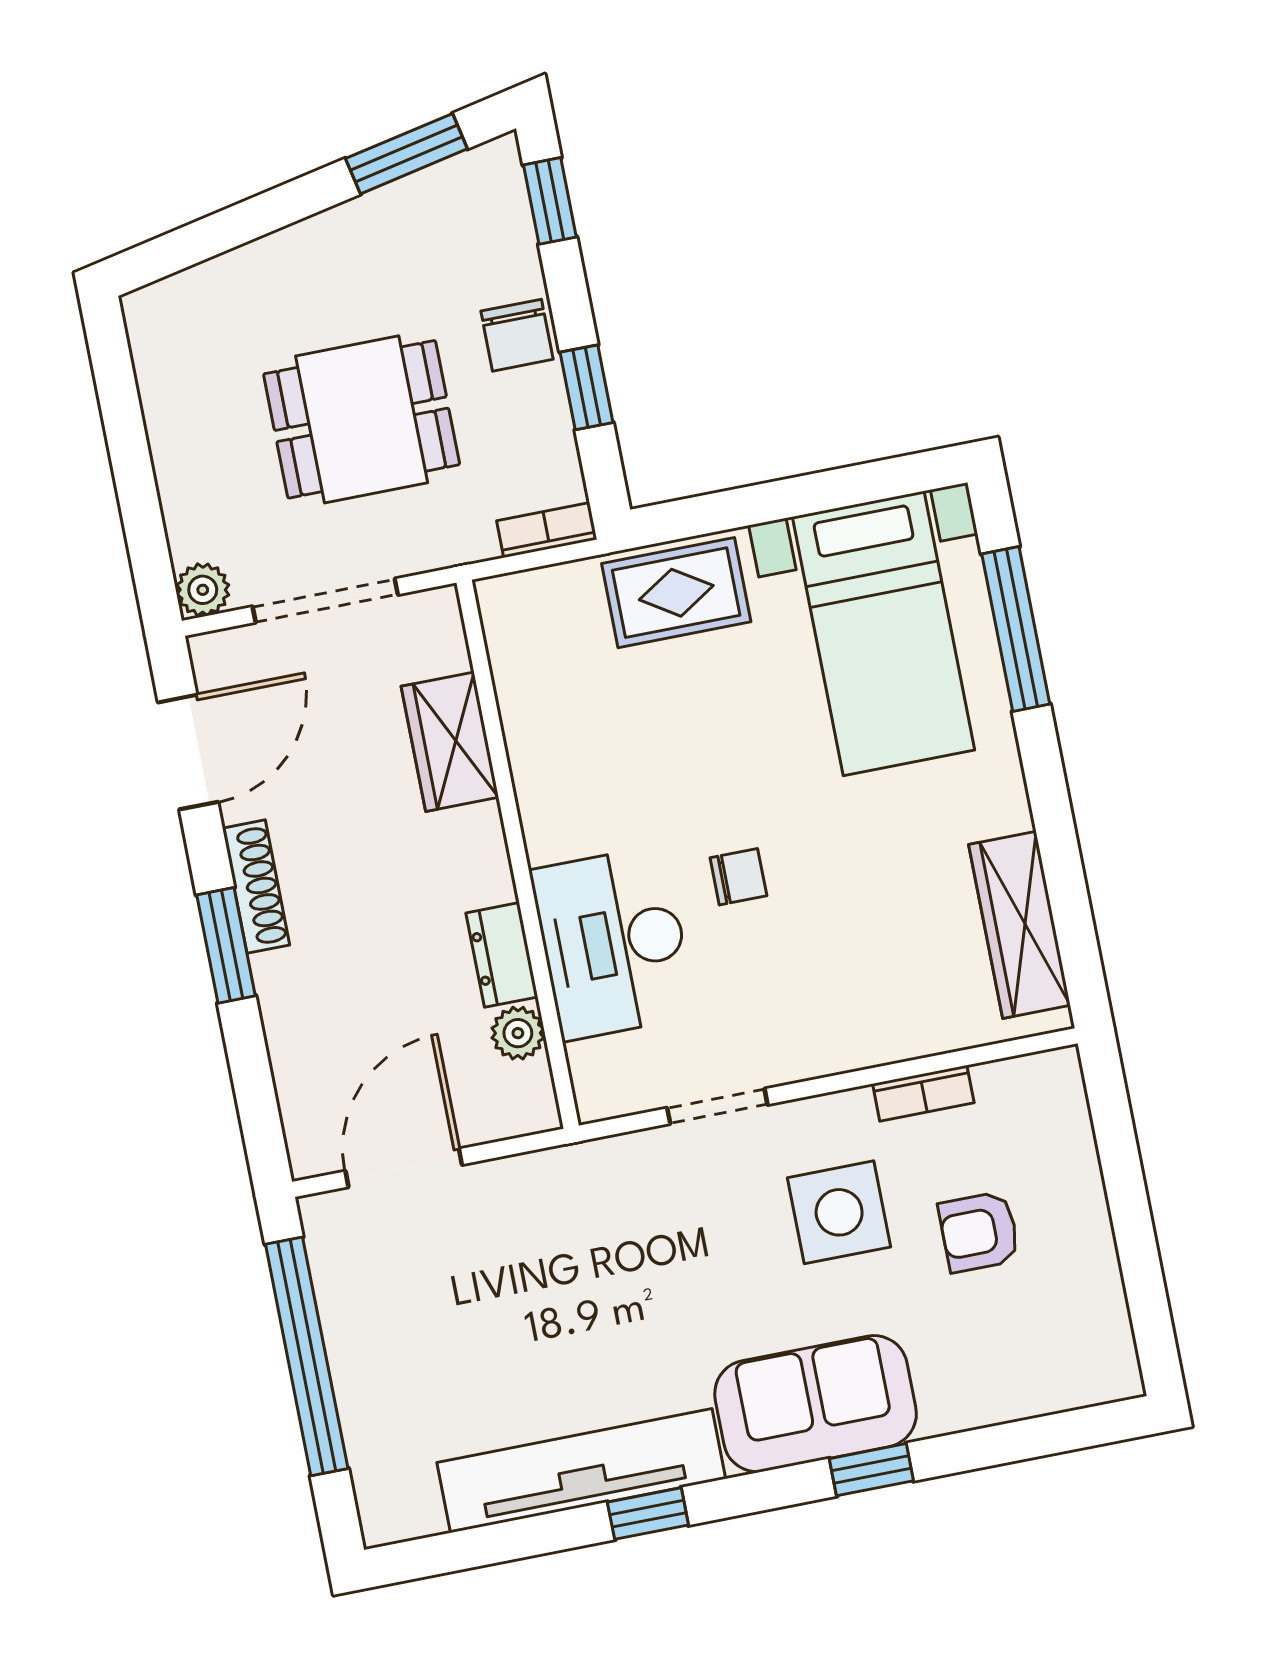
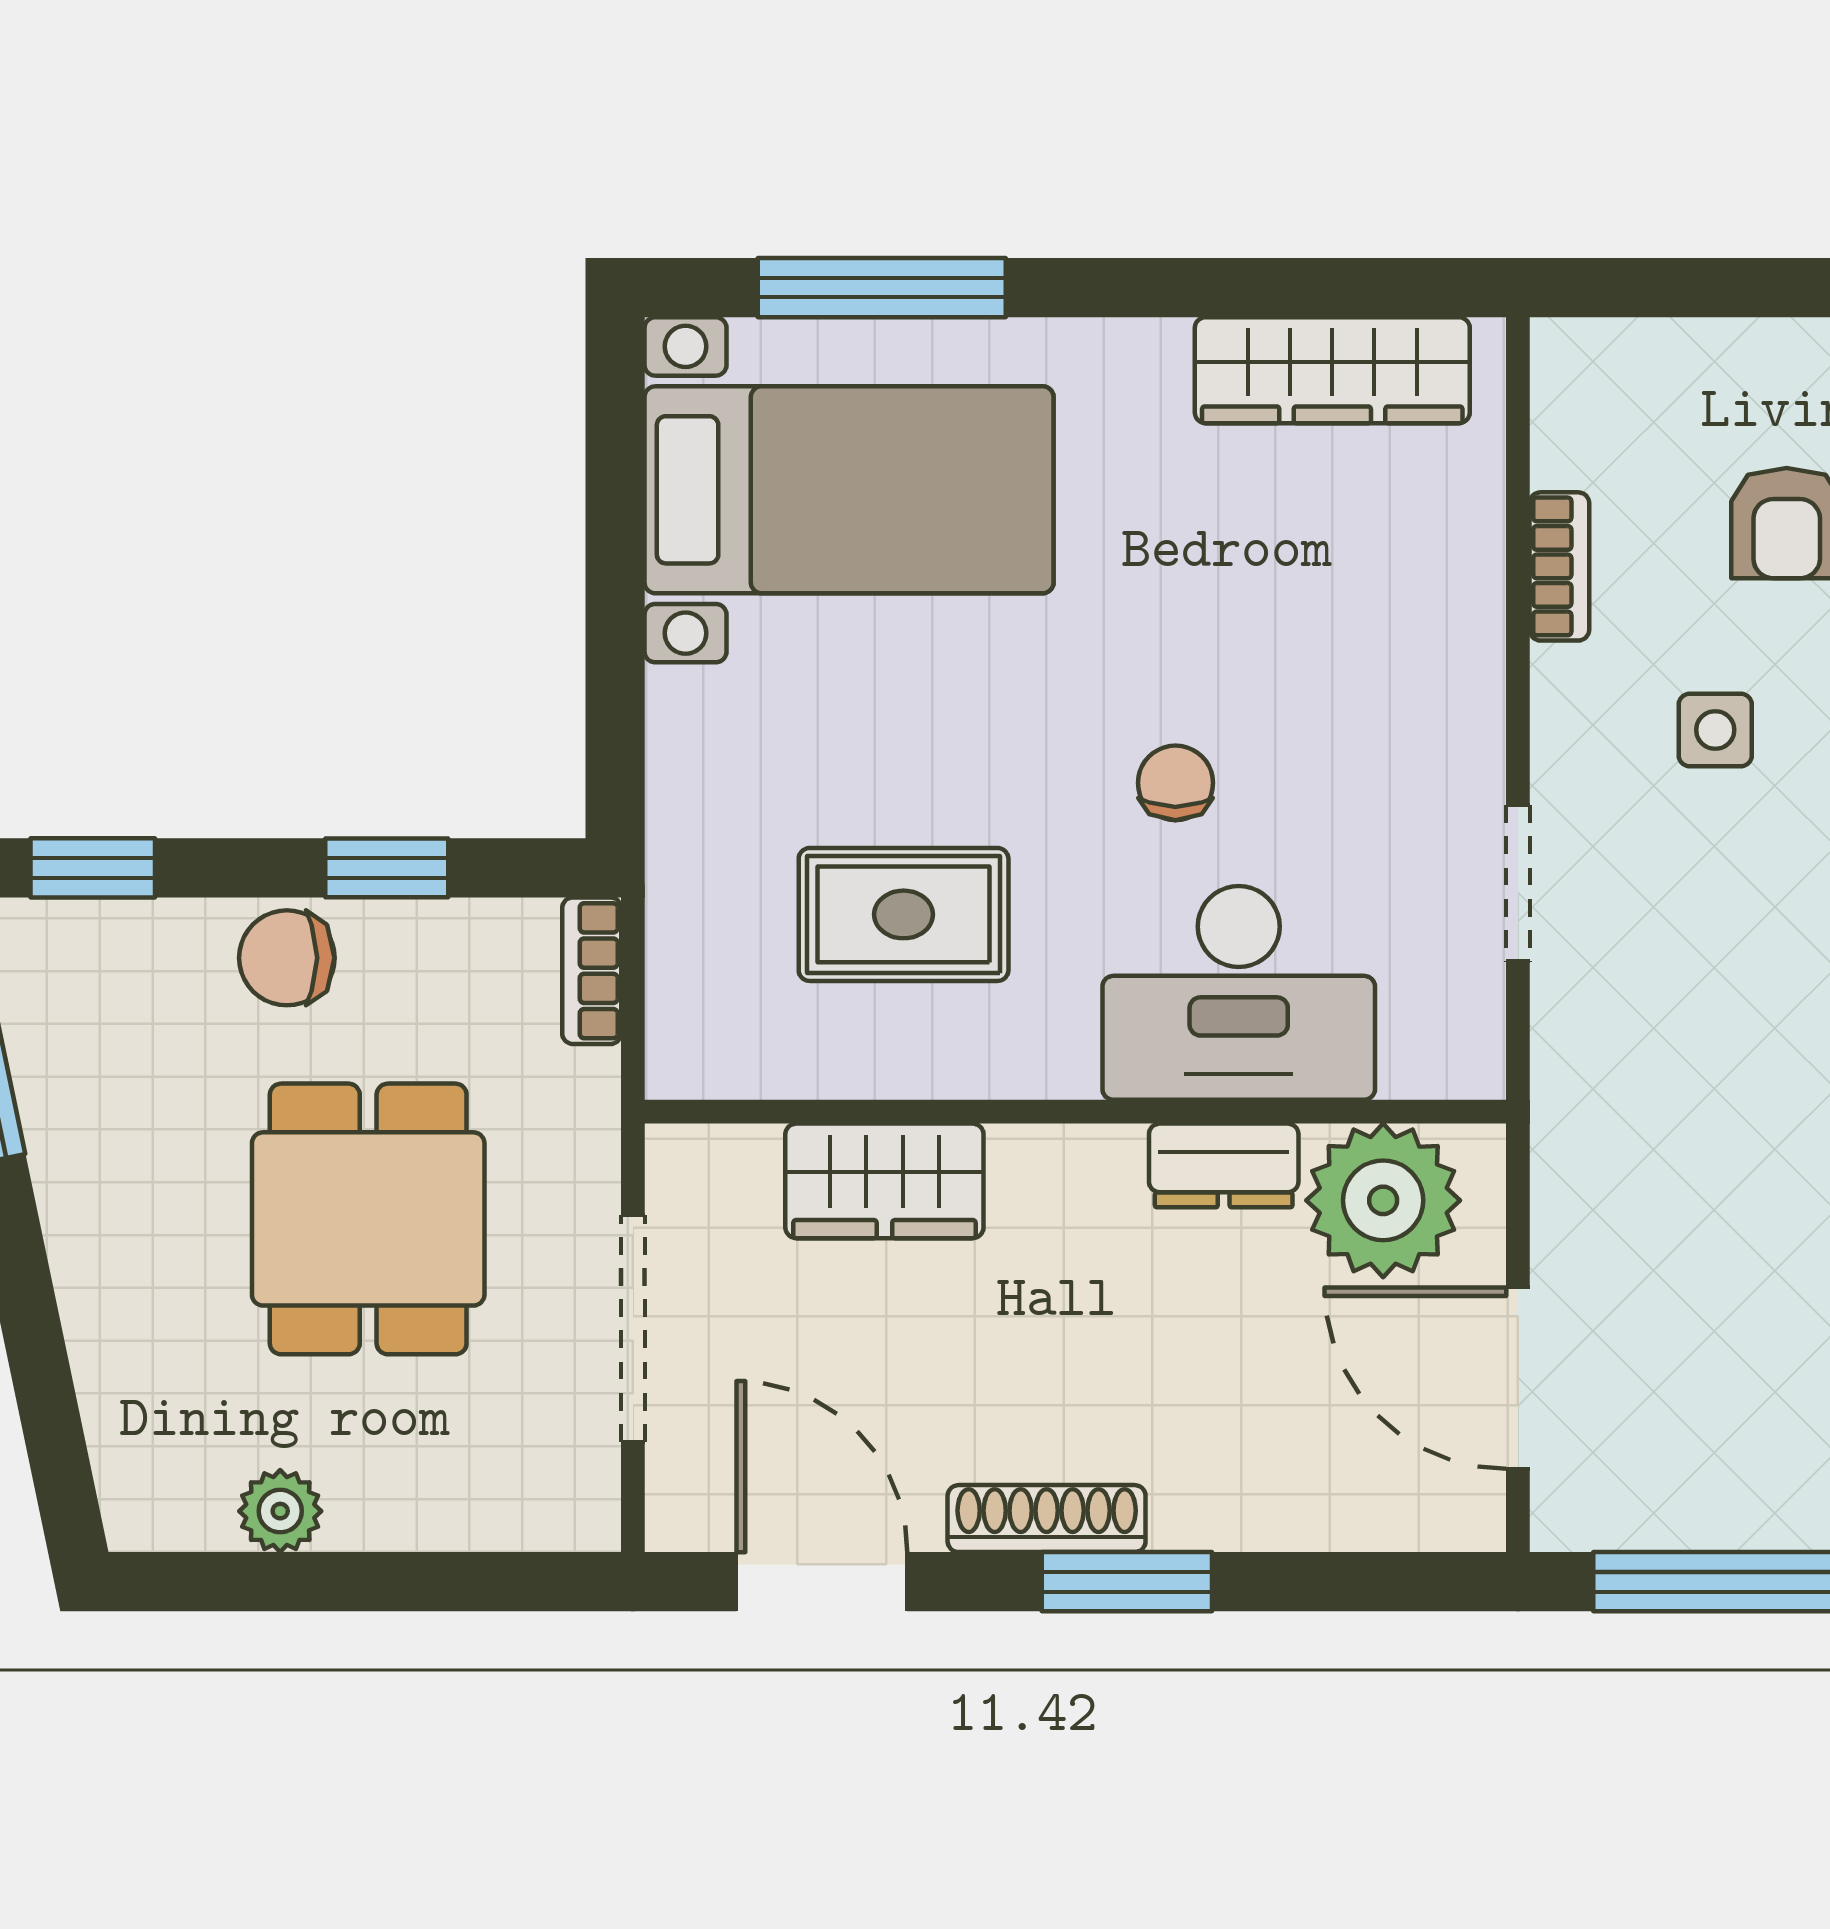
chair: (517, 335) -> (287, 958), turned 180
plant: (203, 590) -> (280, 1511), moved
rug: (676, 593) -> (904, 914), moved, turned 90
plant: (518, 1033) -> (1383, 1200), width x1.88, depth x1.88
side table: (839, 1212) -> (1715, 730), width x0.54, depth x0.54

